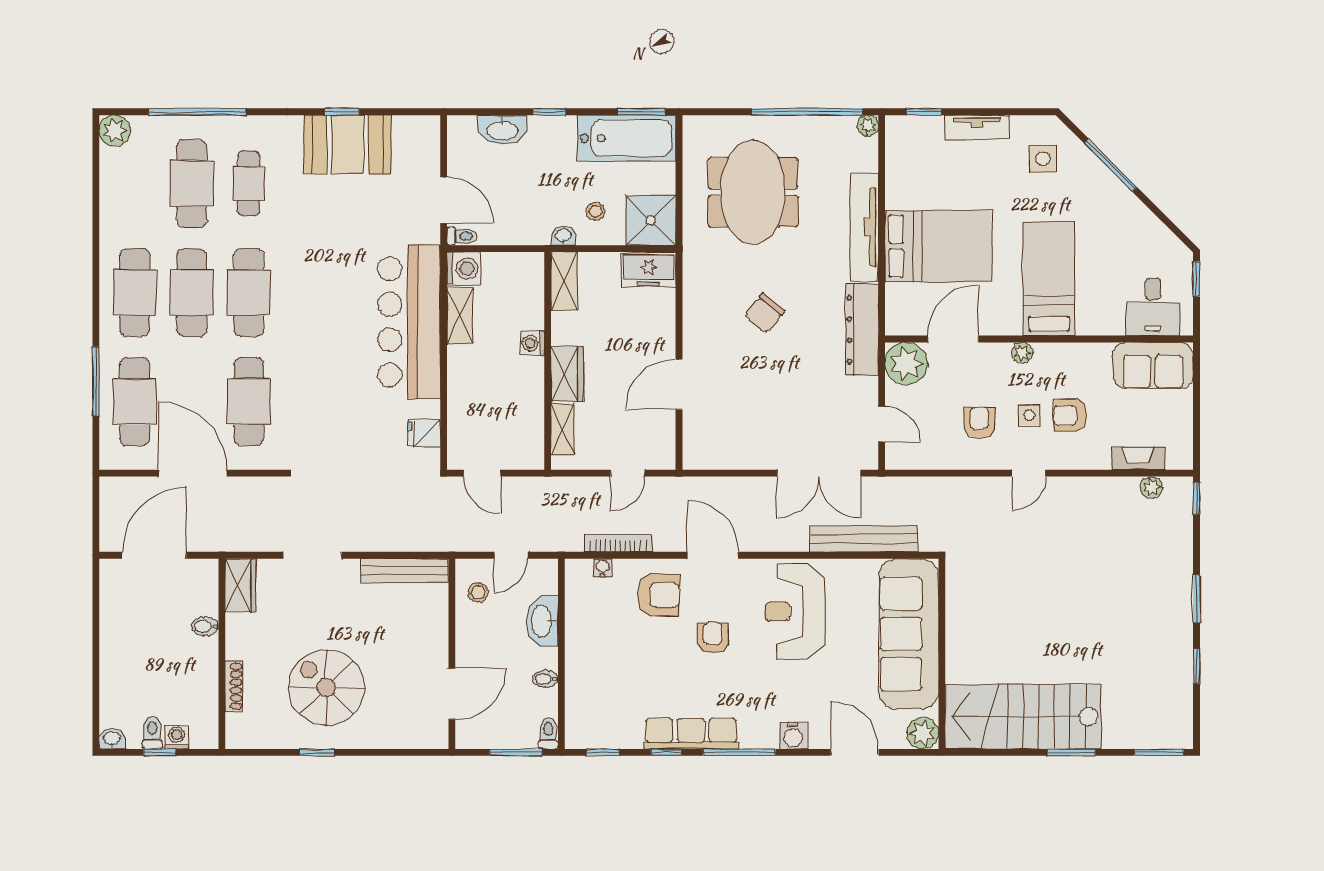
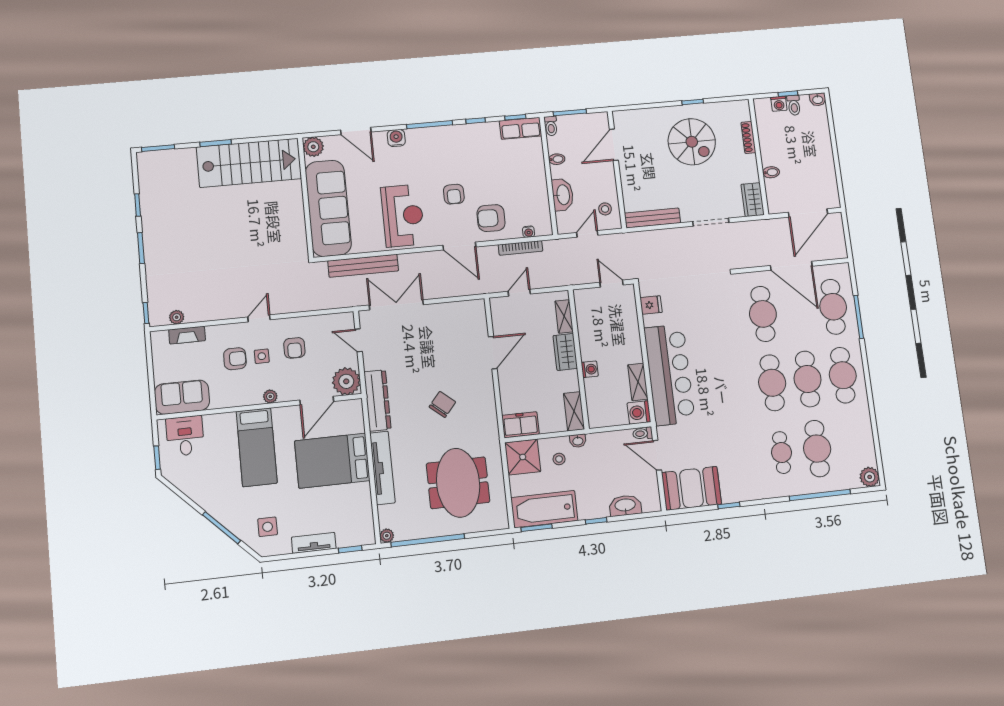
booth: (348, 144) -> (691, 488), moved
row of seats: (691, 734) -> (521, 128), moved, width x0.68

